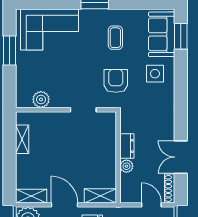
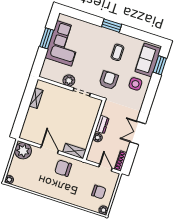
corner sofa: (50, 30) -> (64, 43), moved, turned -90
plant: (41, 99) -> (69, 81), moved
double door: (181, 157) -> (138, 133), moved
shelving: (31, 196) -> (30, 137), removed

